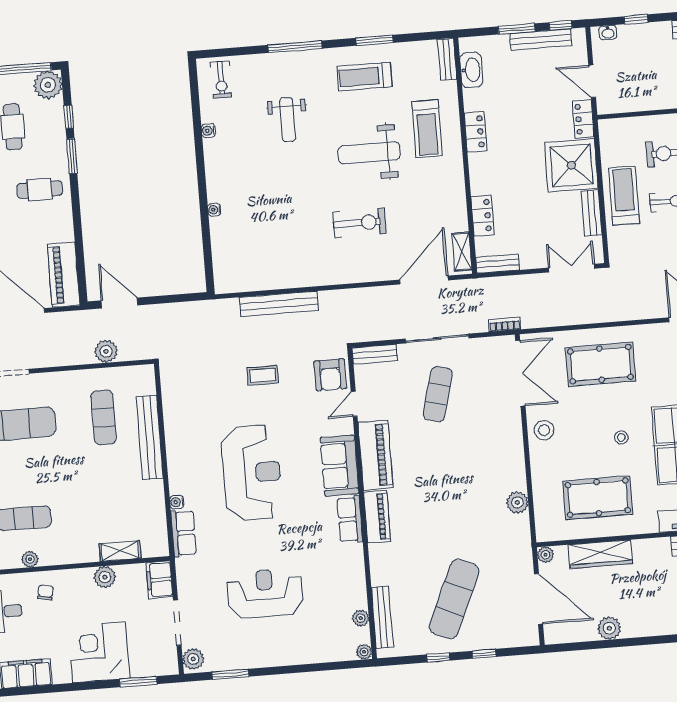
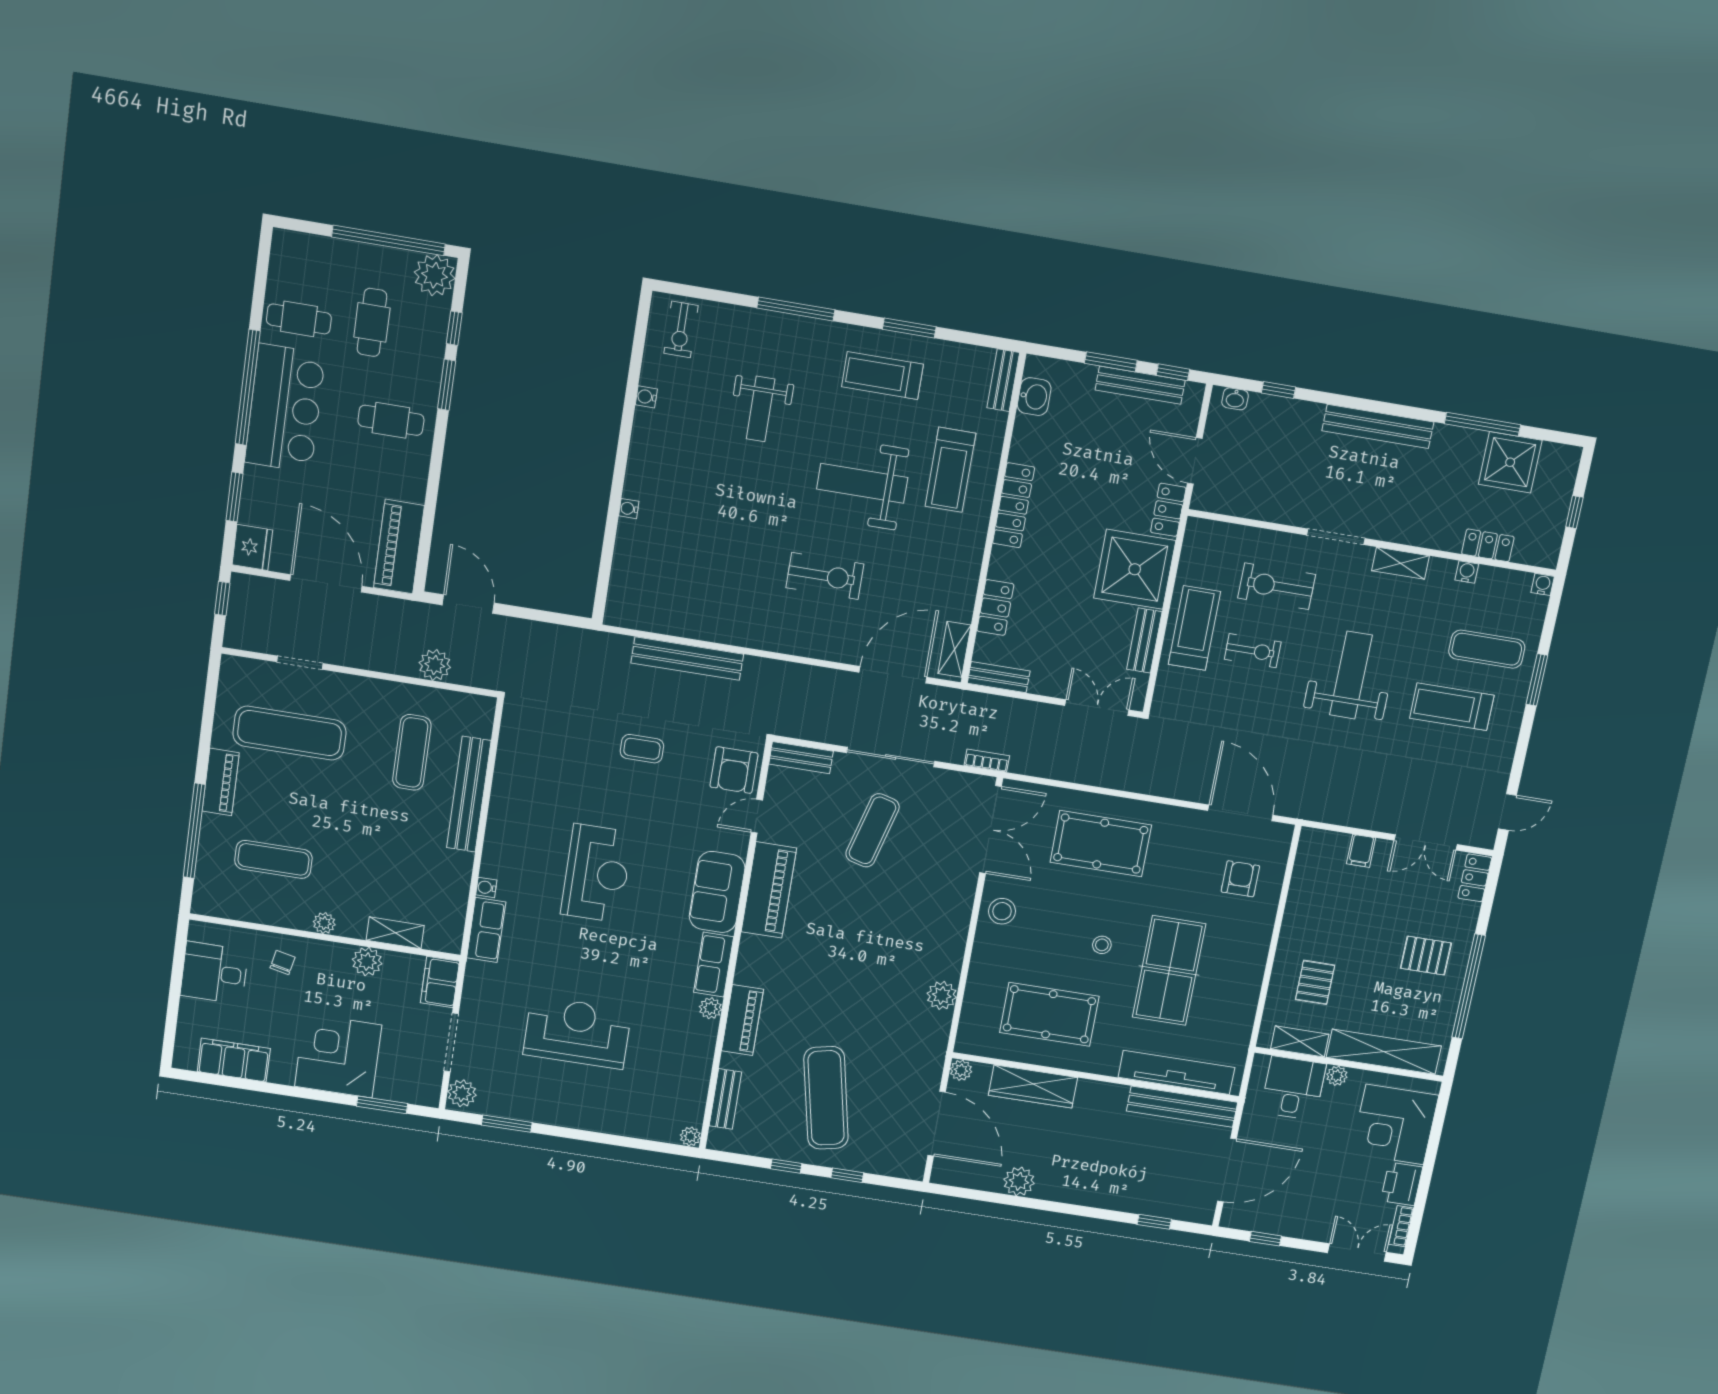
washbasin: (471, 70) -> (1034, 397), width x0.72
locker: (476, 132) -> (1014, 505), width x1.53
reception desk: (252, 473) -> (597, 873), width x0.74, depth x0.77
piano: (377, 517) -> (742, 1020), moved
plant: (30, 559) -> (324, 923), moved
exercise mat: (454, 599) -> (826, 1098), turned -36
bench: (382, 617) -> (725, 1099), width x0.73
plant: (361, 618) -> (710, 1008), moved

